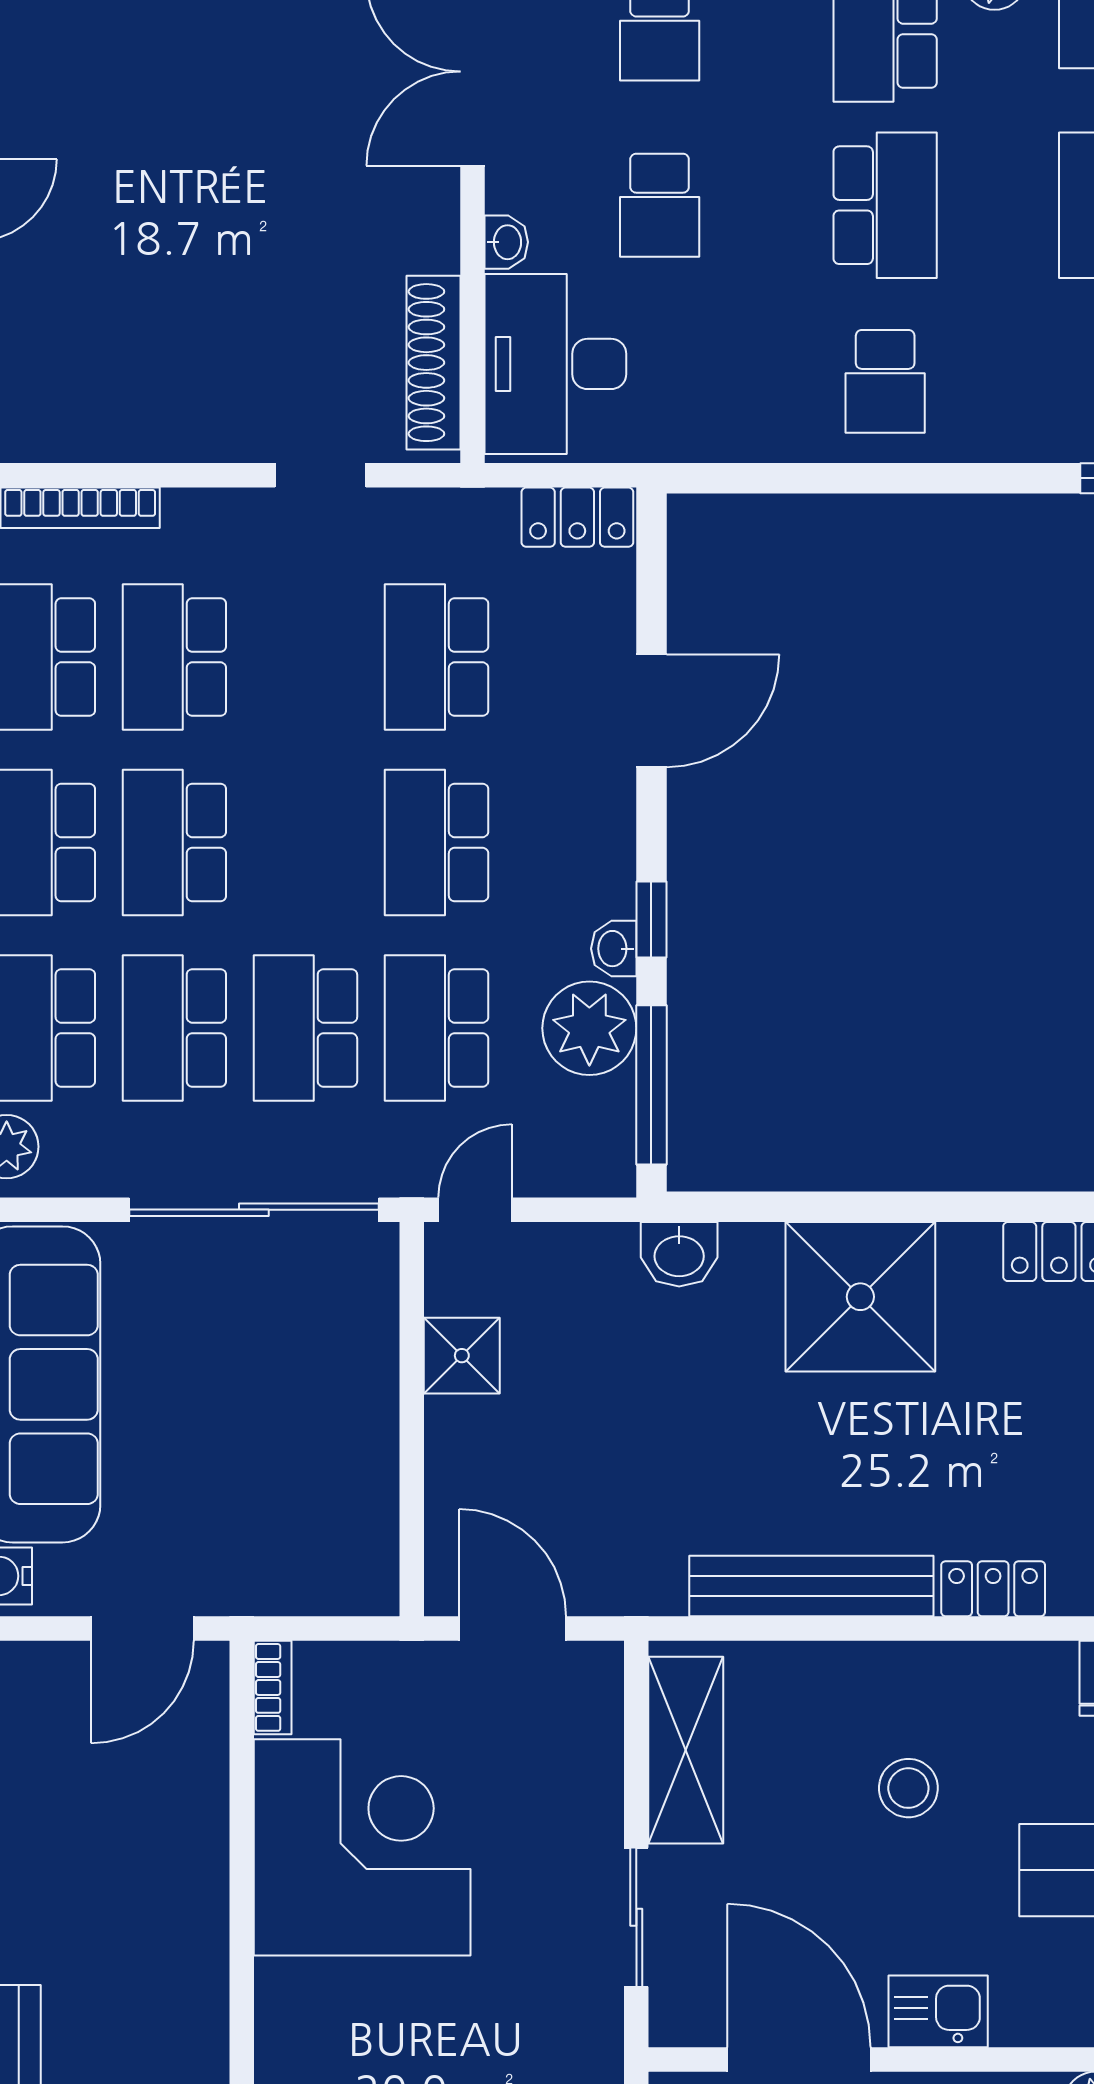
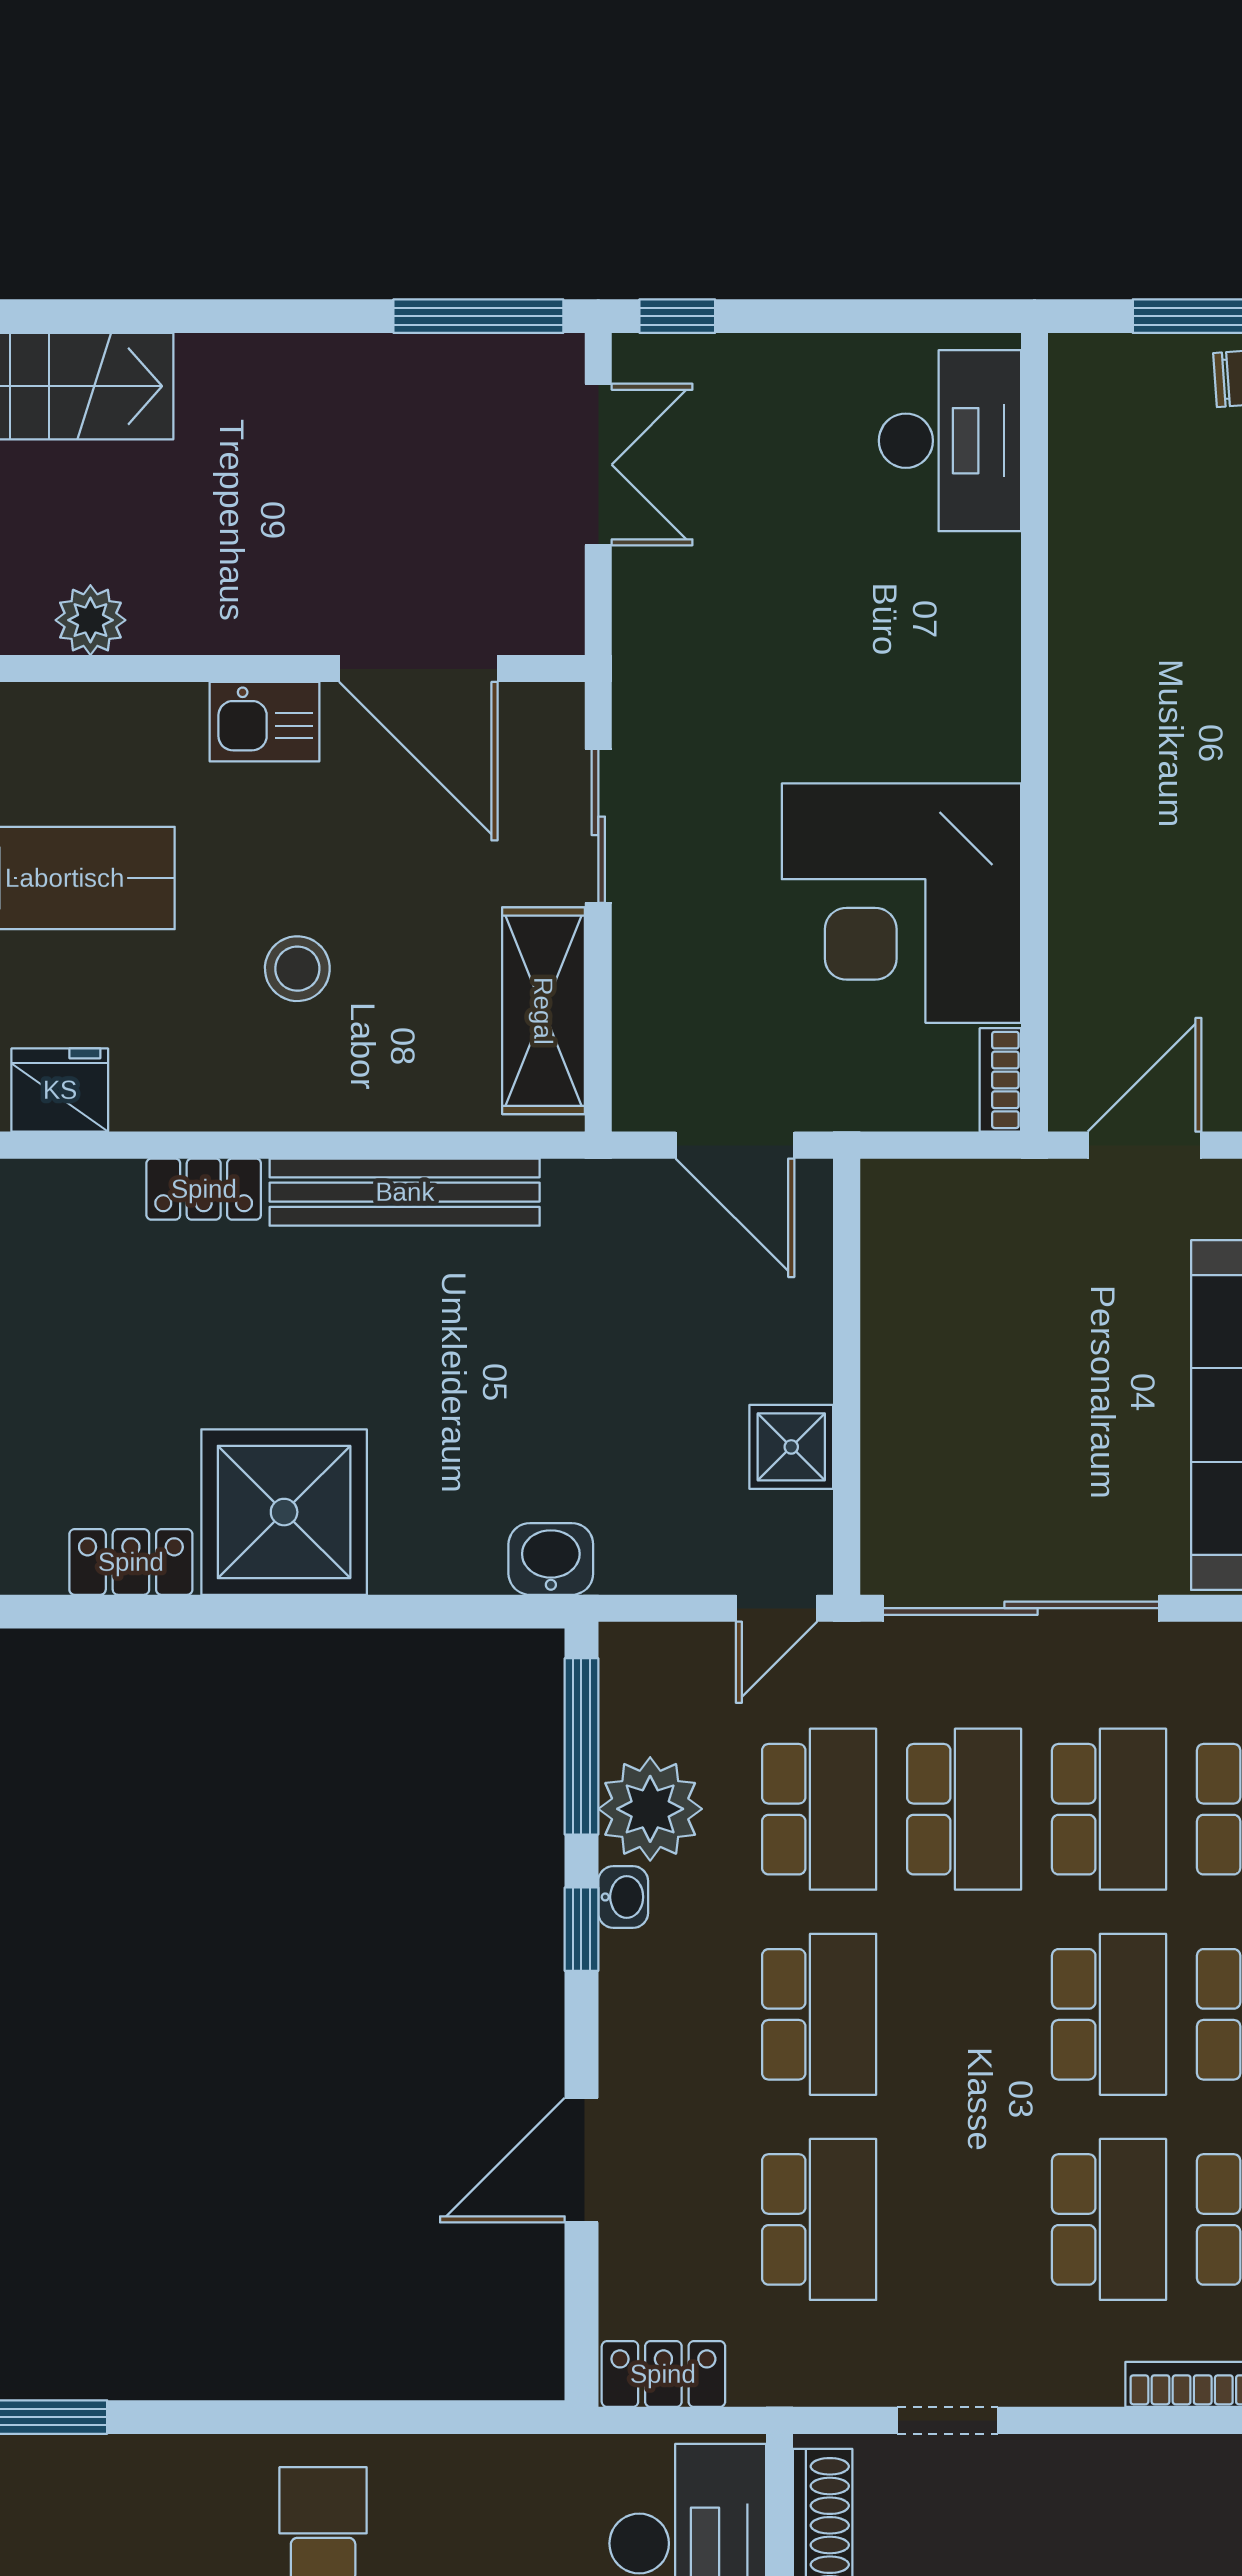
shower: (860, 1297) -> (284, 1512), moved

